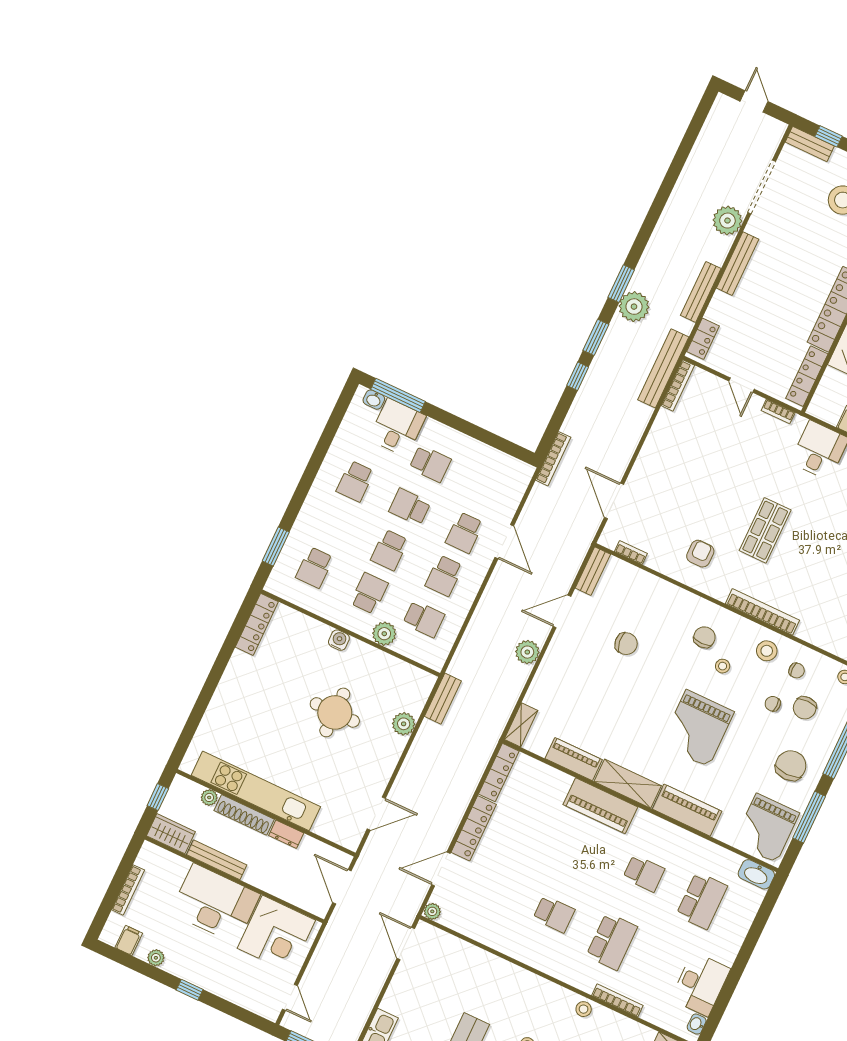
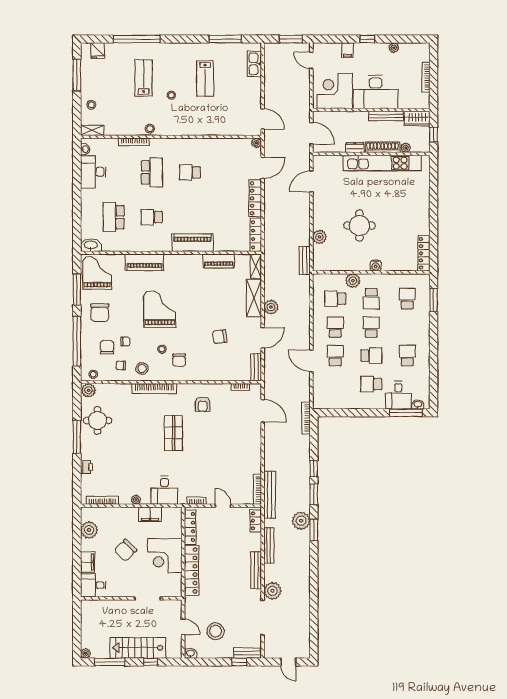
shelving: (628, 784) -> (254, 298), moved, turned 90
filing cabinet: (129, 940) -> (347, 50), moved
school desk: (612, 941) -> (152, 172), turned 180

